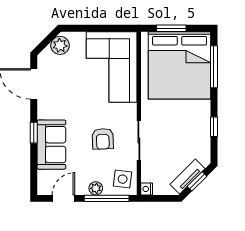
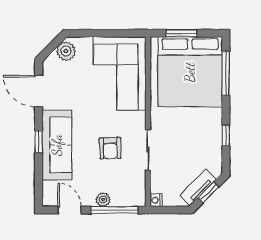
sofa: (51, 145) -> (57, 145), width x1.36
side table: (123, 179) -> (131, 190), removed
door: (63, 198) -> (70, 210), hinge flipped

